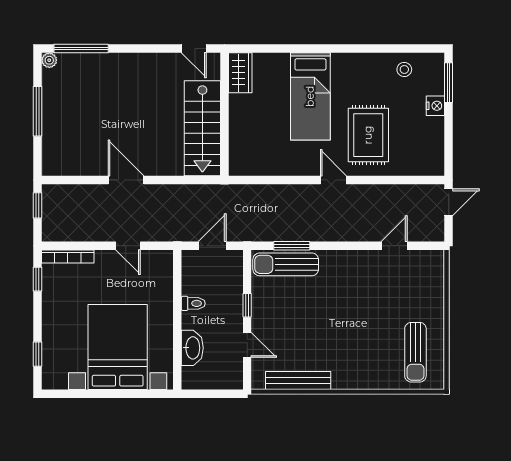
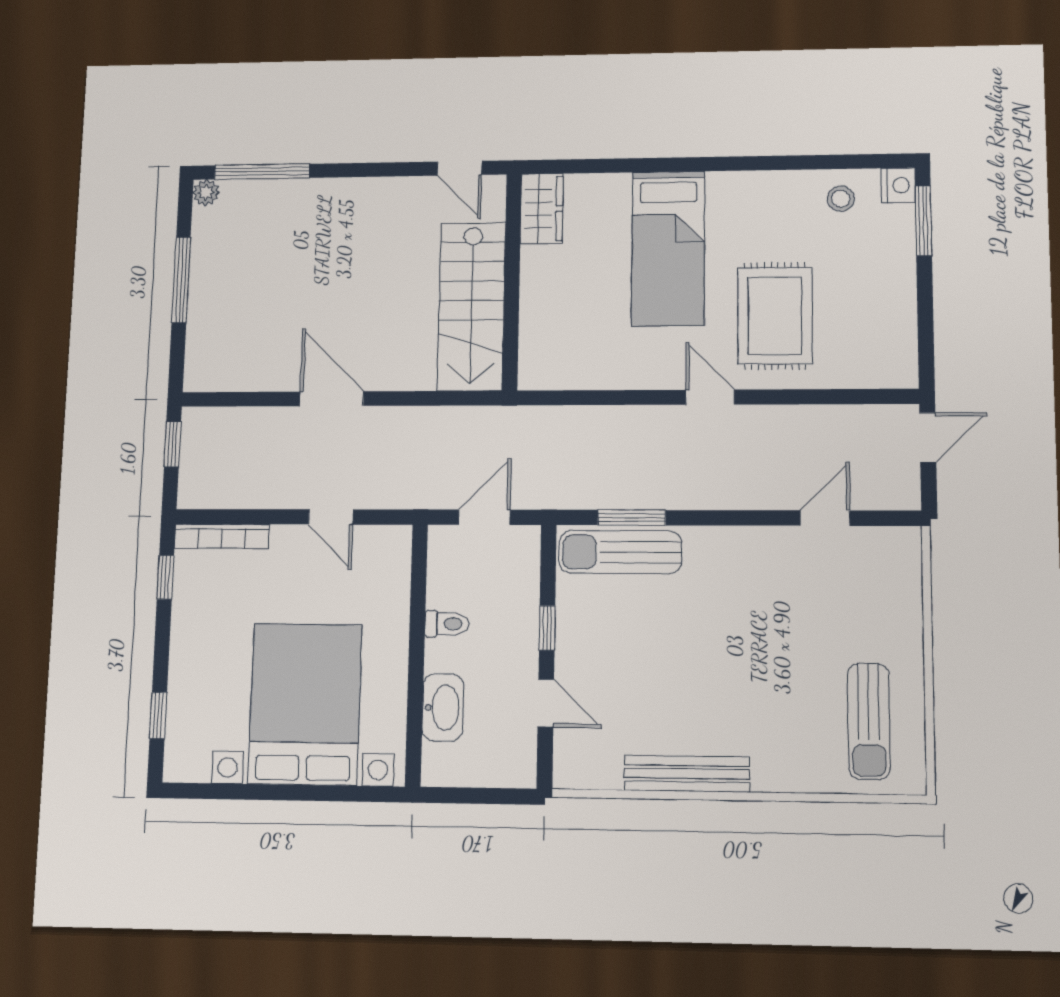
nightstand: (435, 106) -> (898, 185), moved
bench: (298, 381) -> (687, 774), moved

